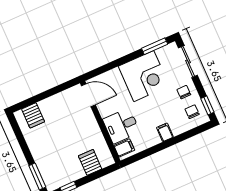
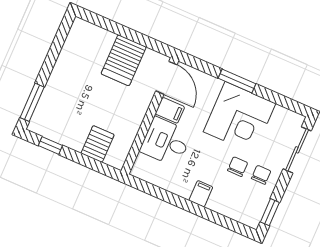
window: (155, 46) -> (237, 81), moved
chair: (192, 112) -> (238, 167), moved
server rack: (33, 115) -> (124, 60), moved, width x1.36, depth x1.44
filing cabinet: (124, 148) -> (170, 110), moved

